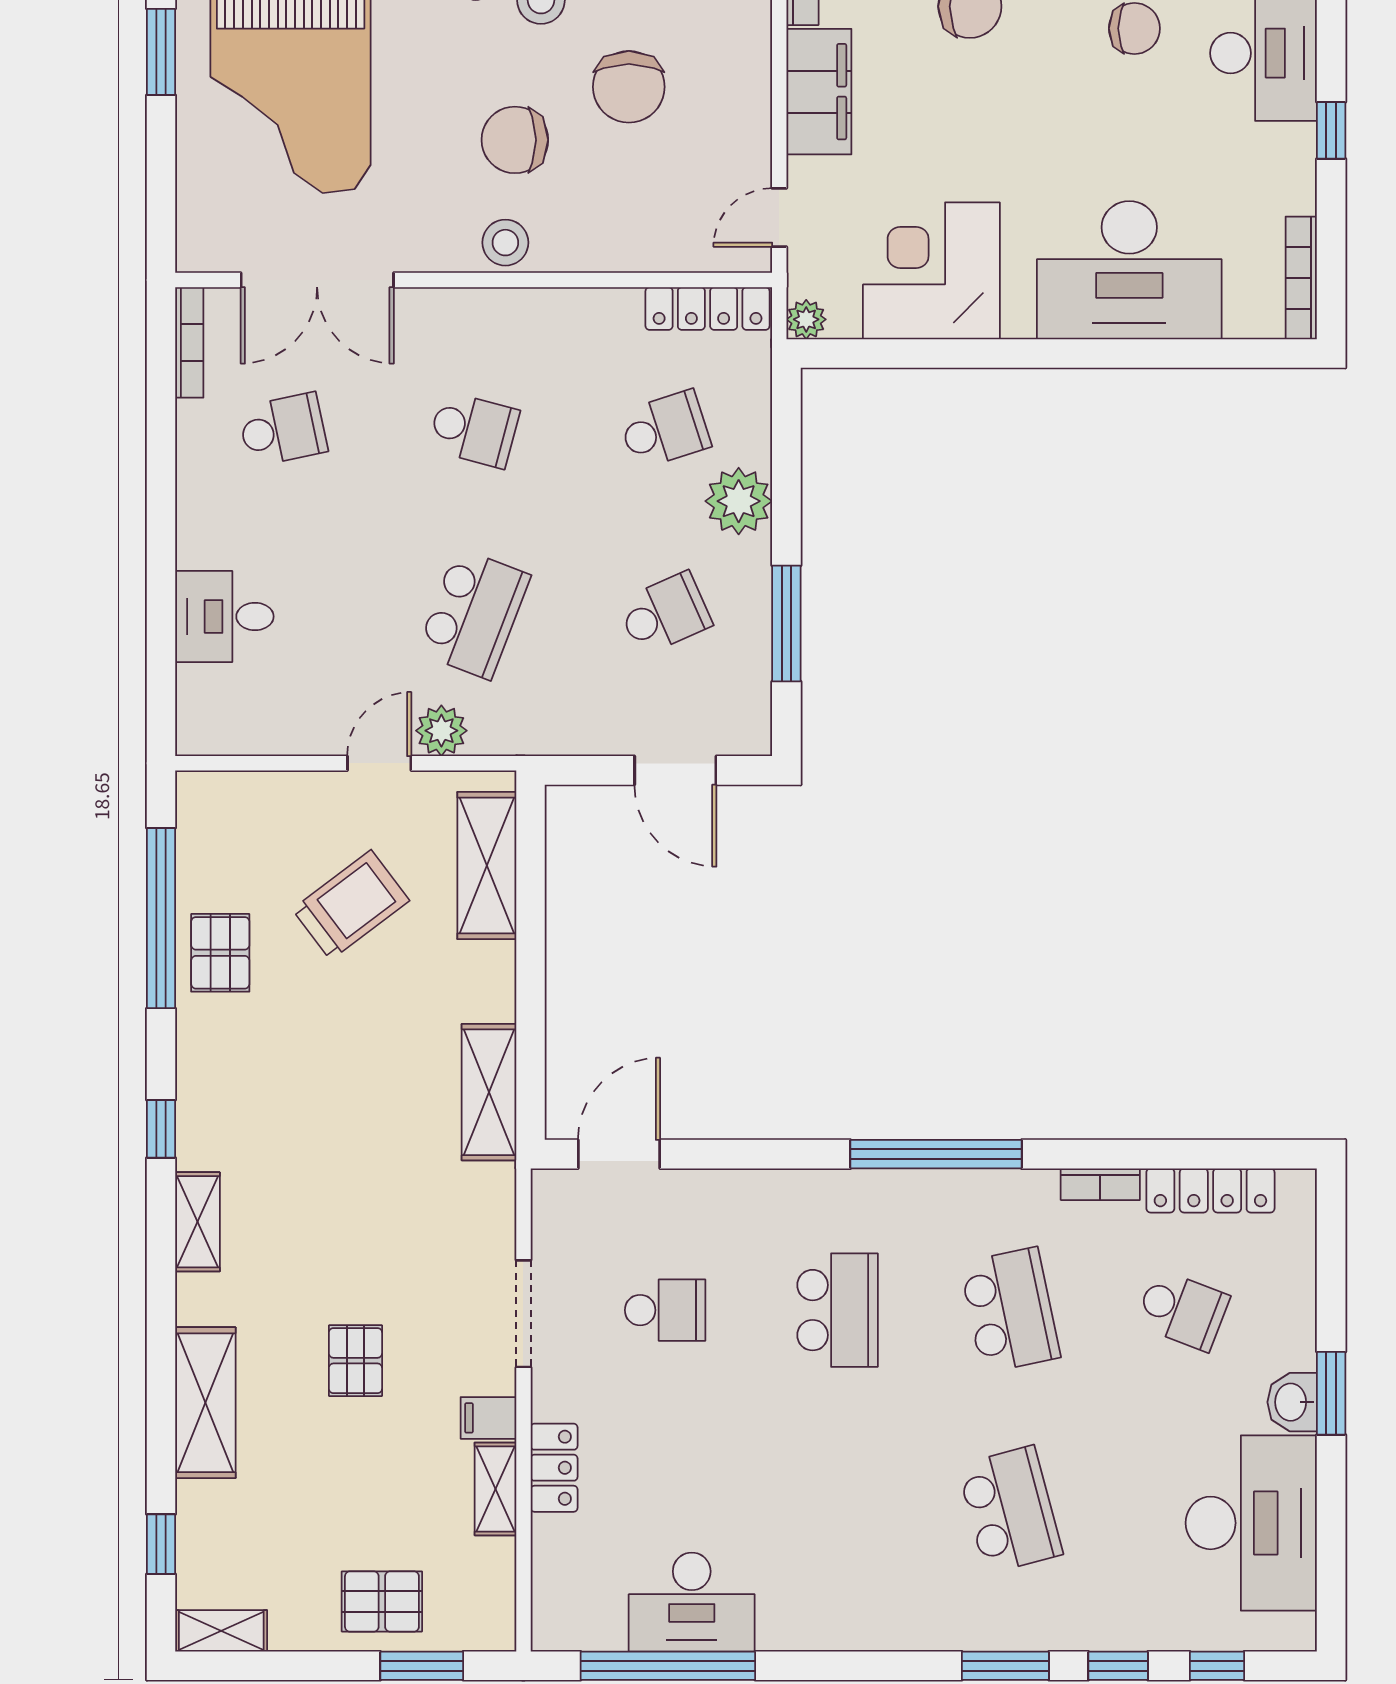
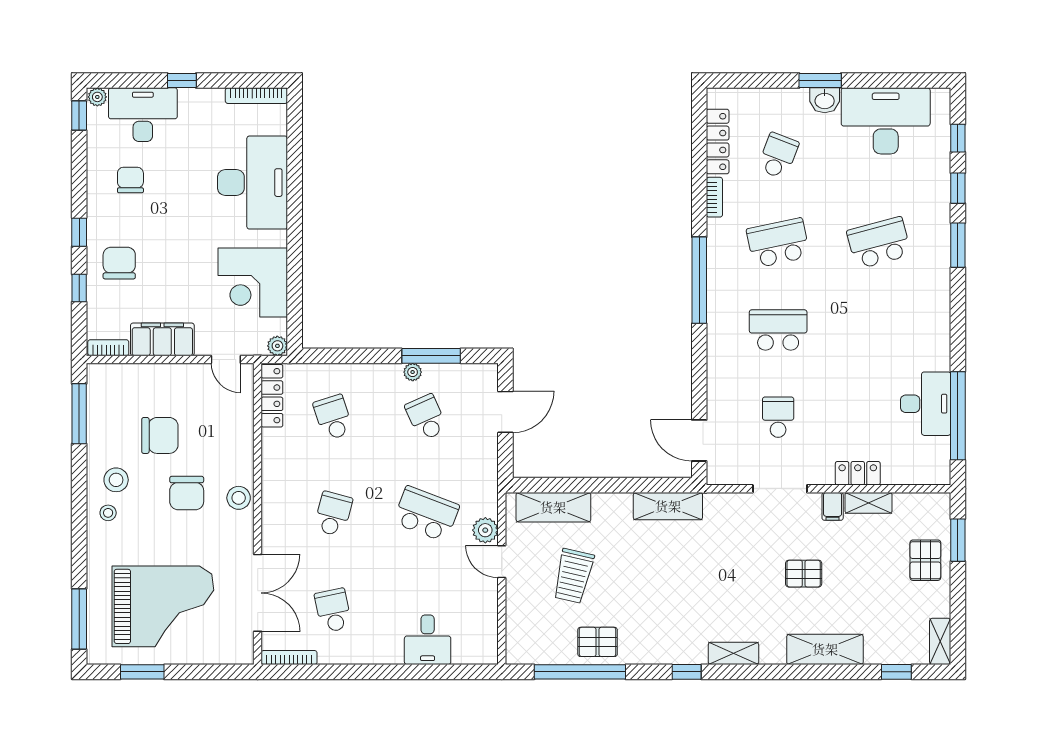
plant: (739, 501) -> (413, 372), moved, width x0.53, depth x0.53
trolley: (351, 905) -> (573, 576), turned -130

